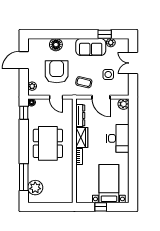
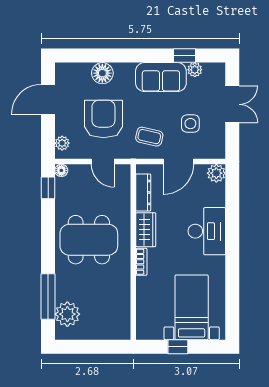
double door: (133, 63) -> (232, 104), swing flipped
door: (101, 97) -> (178, 162), hinge flipped
dining table: (48, 143) -> (89, 240), turned 90

